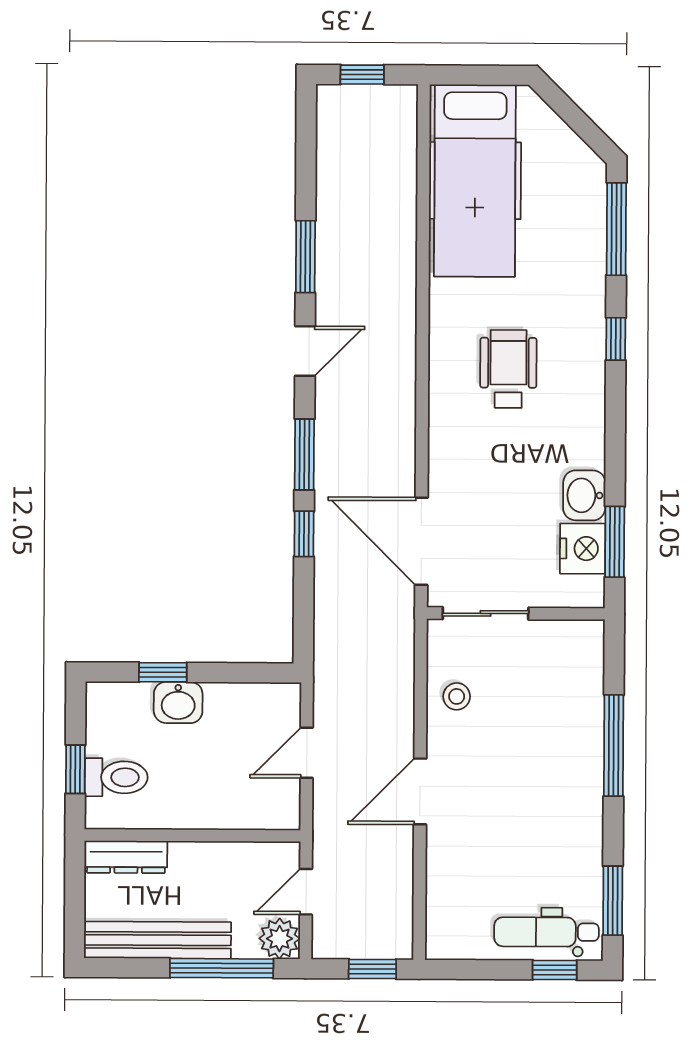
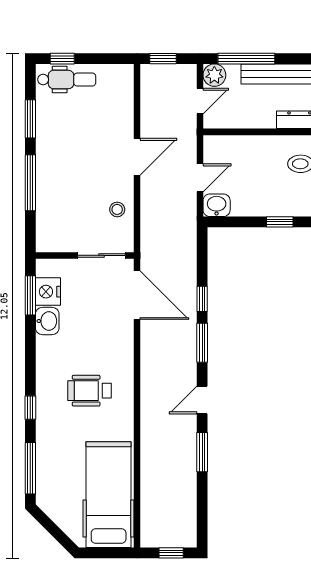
wheelchair: (508, 369) -> (90, 391), turned 90
washbasin: (178, 703) -> (217, 205), moved
window: (613, 901) -> (30, 119), moved

